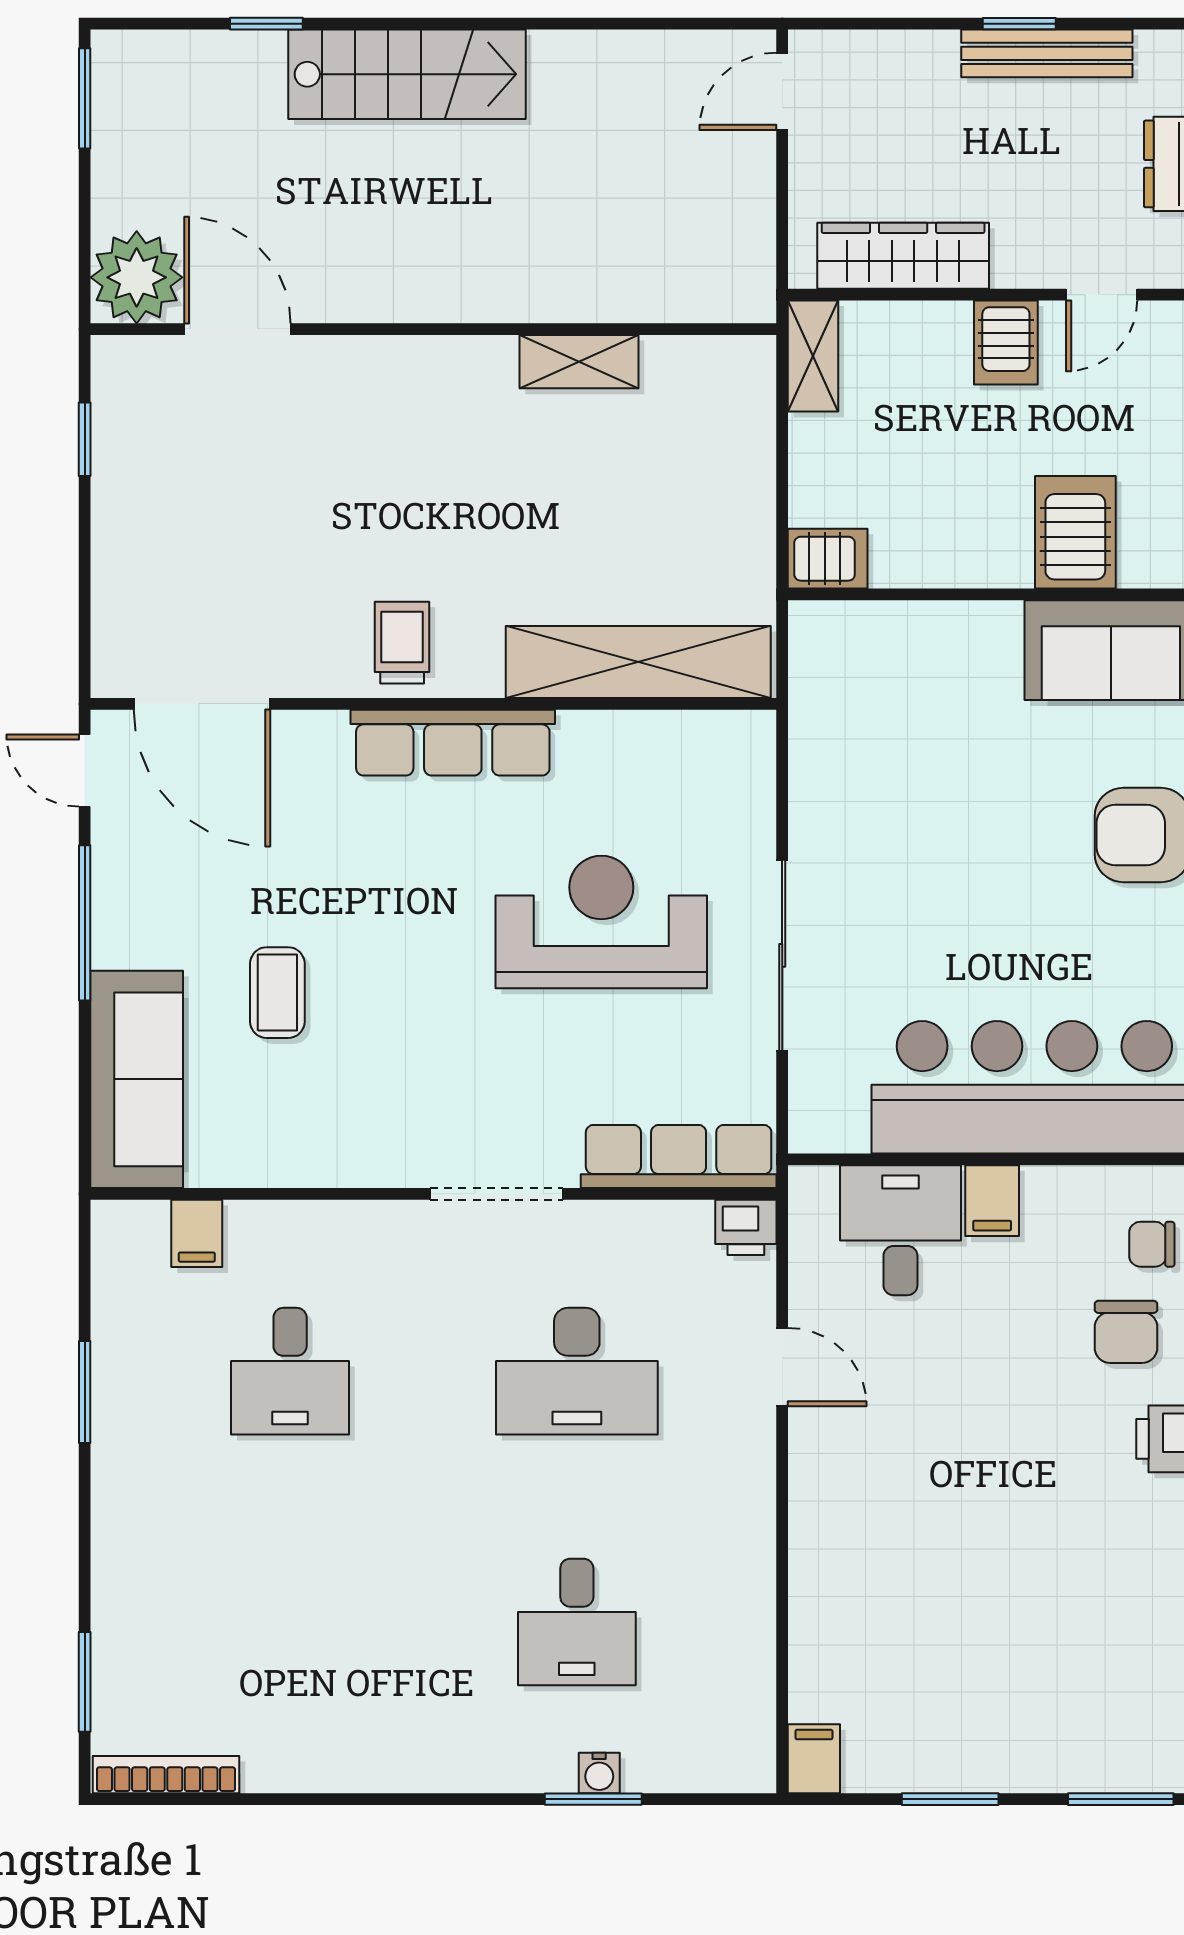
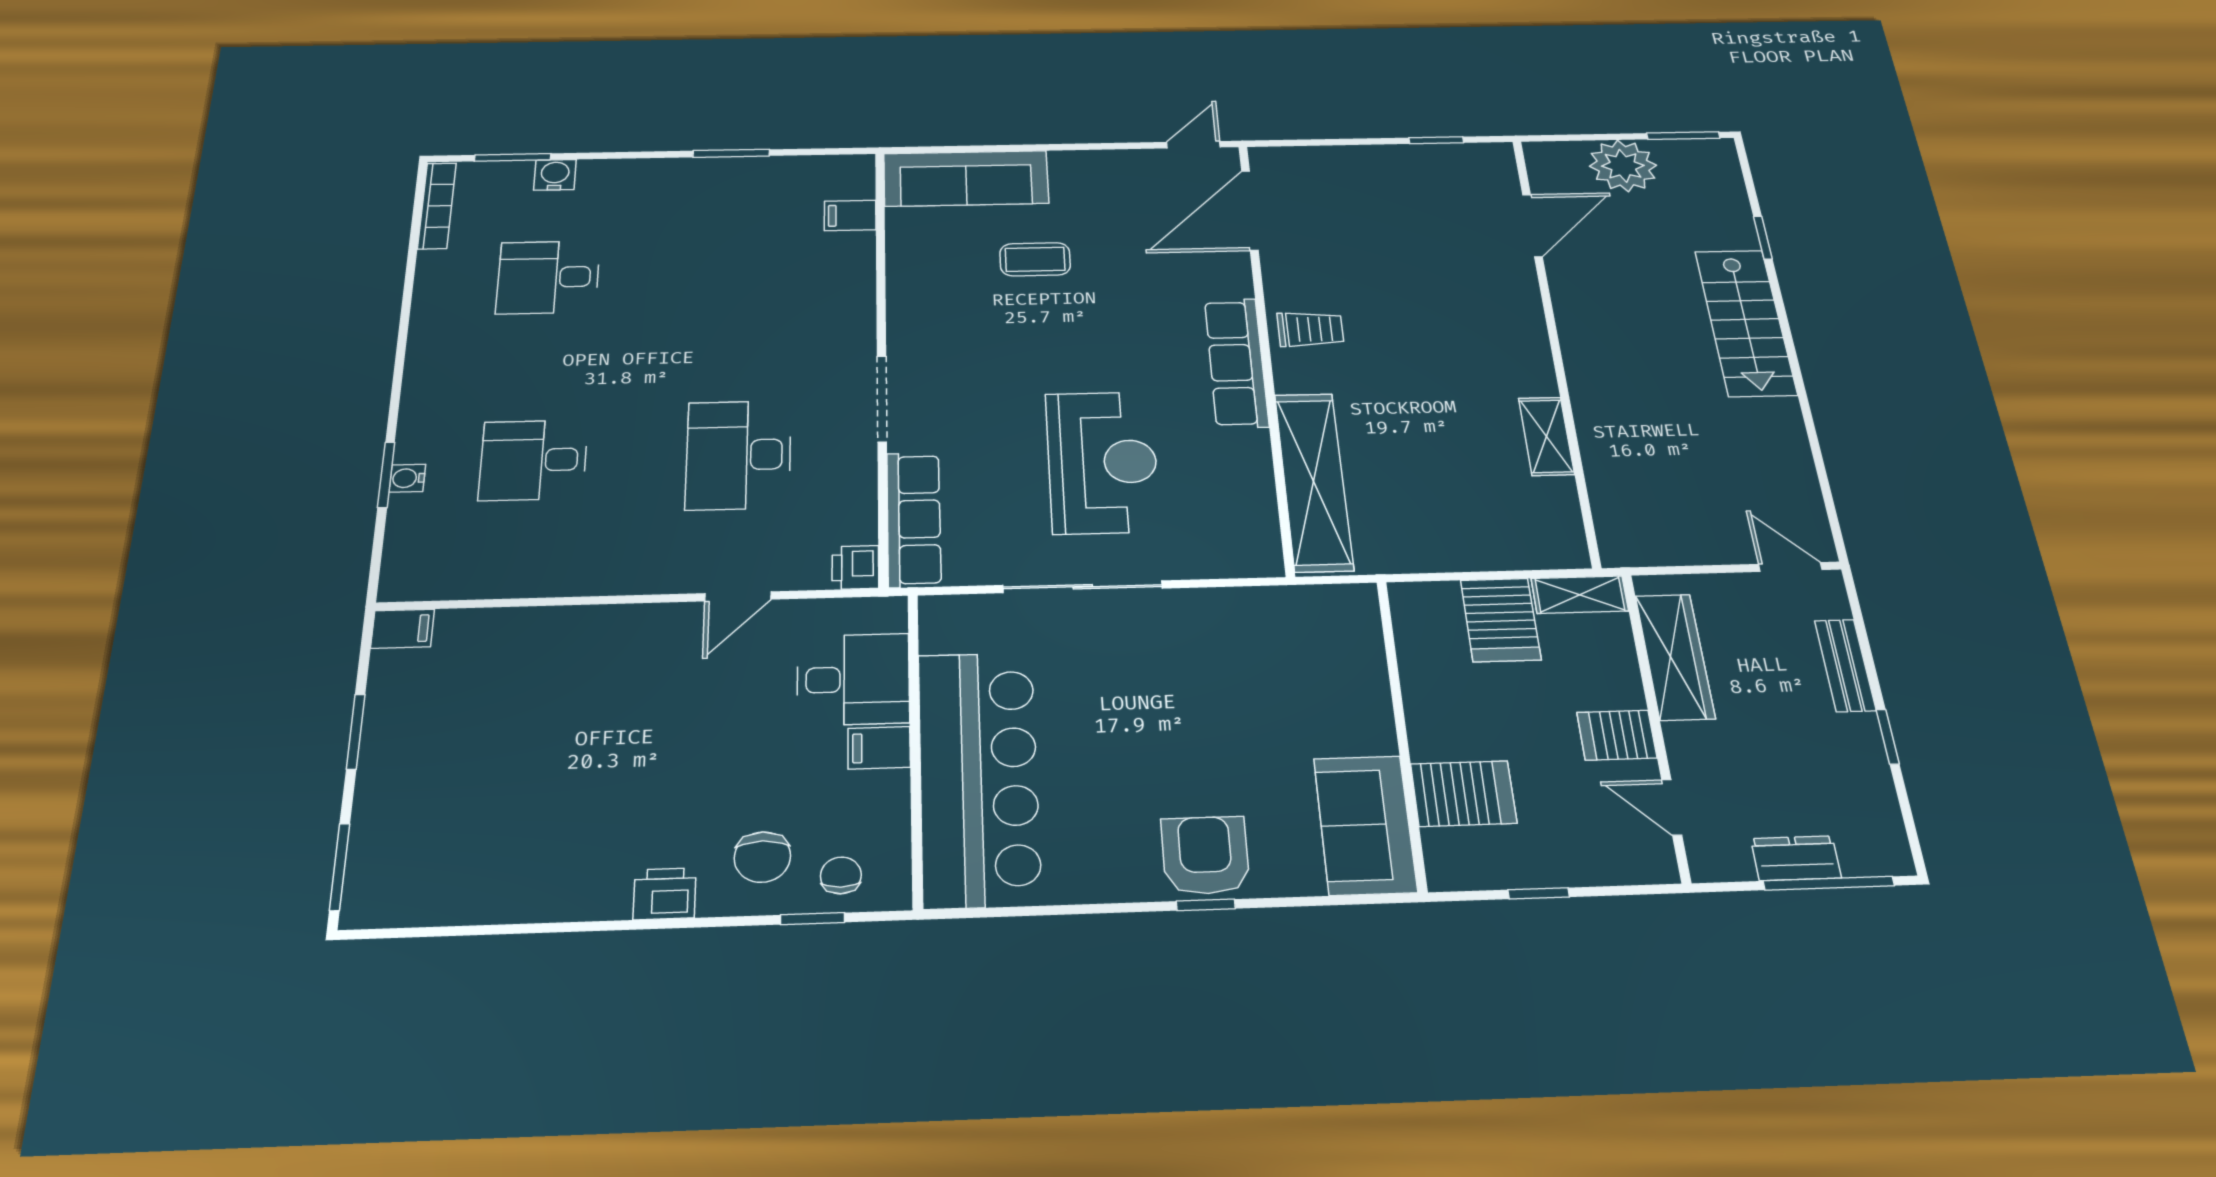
bench: (1047, 53) -> (1845, 665), moved, width x0.73
plant: (137, 277) -> (1623, 166), moved
server rack: (828, 559) -> (1501, 620), moved, width x1.36, depth x1.44
window: (85, 923) -> (1081, 147), removed
chair: (1126, 1332) -> (762, 857), turned -90
desk: (290, 1371) -> (548, 277), moved
water cooler: (117, 1624) -> (555, 175), added

